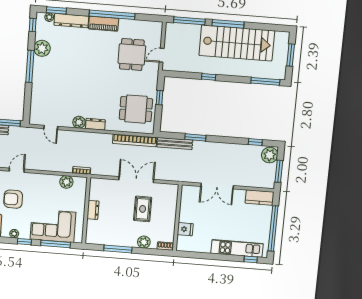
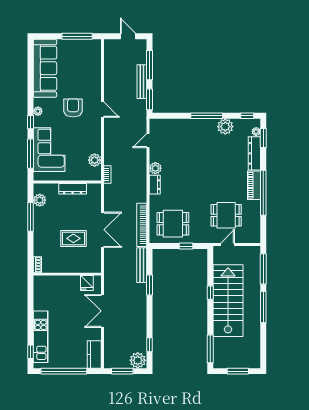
stairs: (237, 43) -> (228, 301), moved, turned 180
door: (162, 55) -> (228, 245), hinge flipped
dining table: (136, 109) -> (173, 224), turned 90
dresser: (93, 210) -> (73, 189), width x1.44
fridge: (185, 229) -> (87, 283), moved
plant: (144, 242) -> (40, 200), moved

